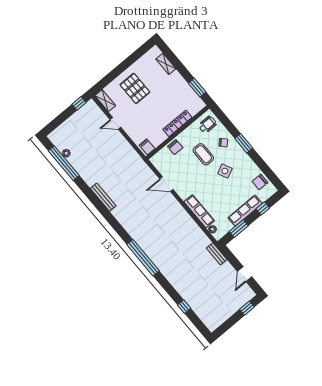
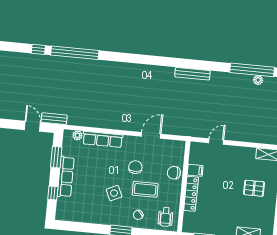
pallet: (135, 88) -> (254, 188), width x0.67, depth x0.71
door: (115, 123) -> (216, 142), moved
filing cabinet: (147, 147) -> (195, 170), moved
chair: (260, 182) -> (135, 167), moved
window: (143, 258) -> (75, 53), moved
door: (245, 274) -> (32, 126), moved

